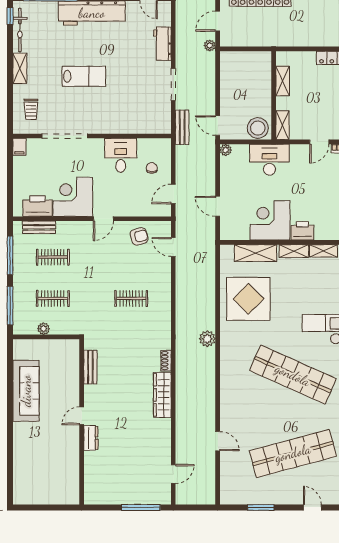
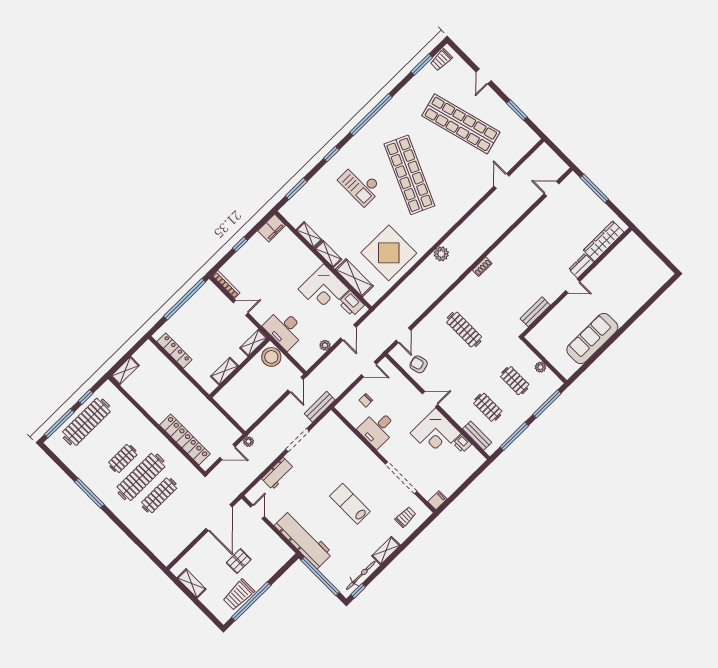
plant: (226, 150) -> (325, 345), moved
printer: (37, 206) -> (462, 444), width x0.53, depth x0.68
printer: (302, 231) -> (351, 304), moved
clothes rail: (131, 298) -> (464, 329), width x1.36
wardrobe: (162, 395) -> (604, 241), moved, turned 180

